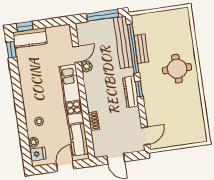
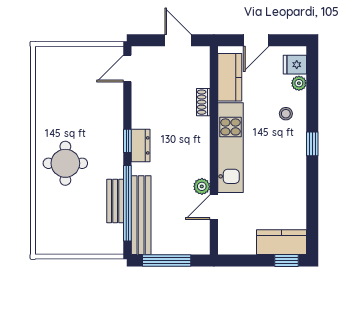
window: (11, 50) -> (312, 144), moved
dresser: (131, 92) -> (141, 145), width x0.70

